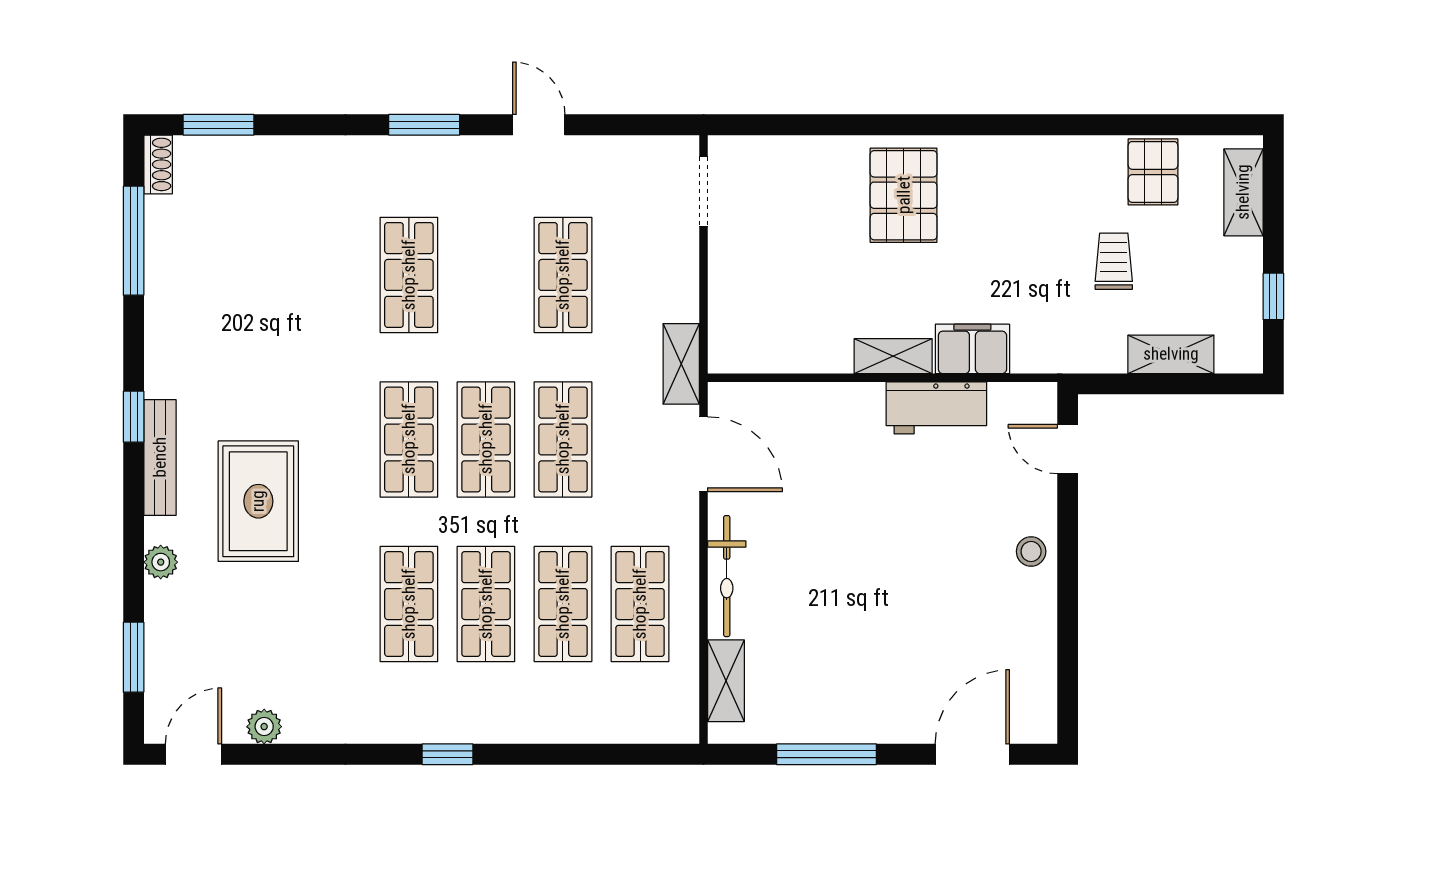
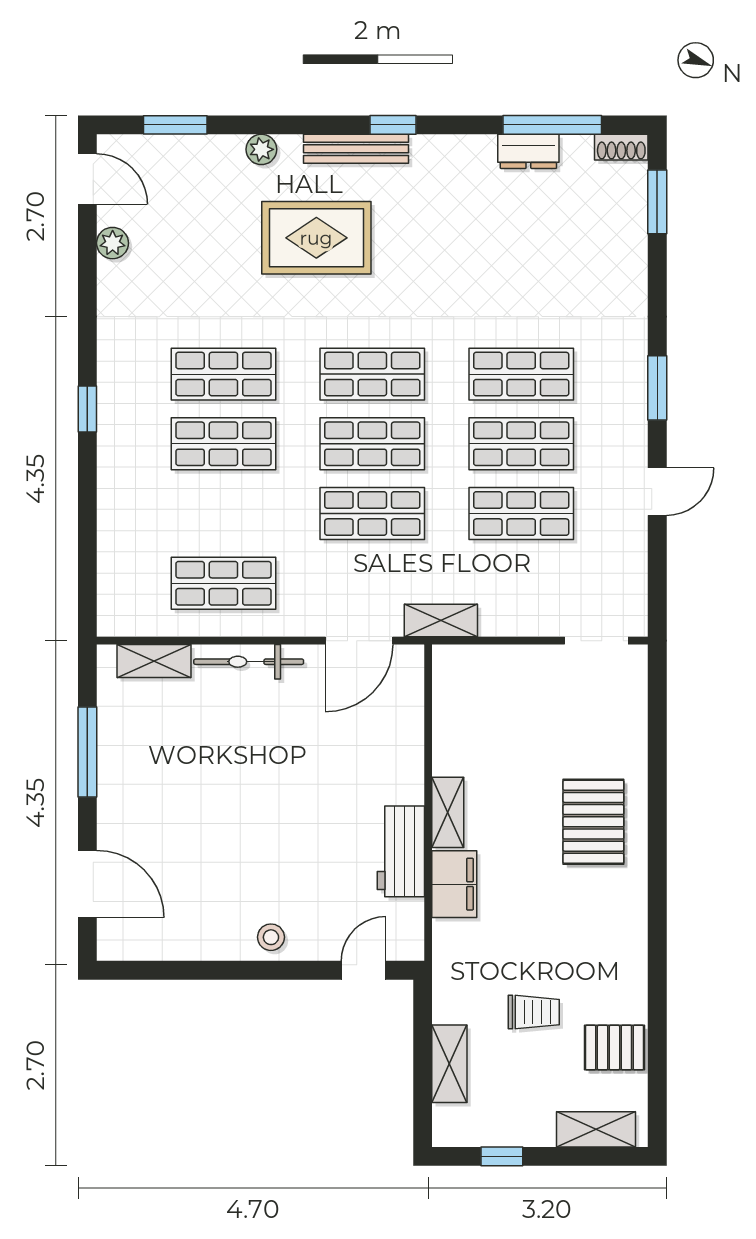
pallet: (904, 195) -> (593, 822), turned 90
dresser: (163, 267) -> (528, 151), added
shop shelf: (563, 604) -> (521, 444), moved

